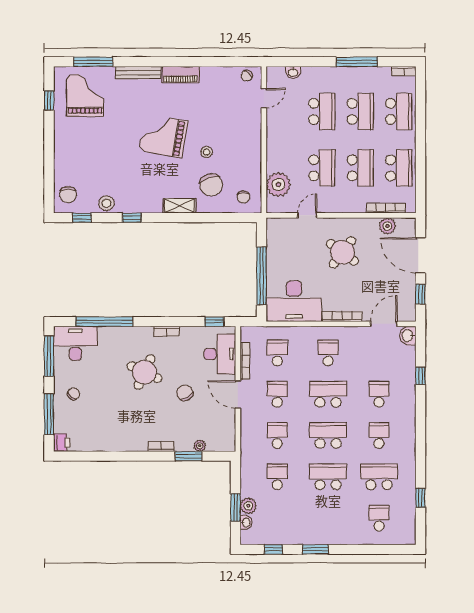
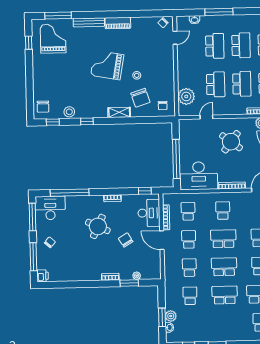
window: (357, 62) -> (219, 12), moved

